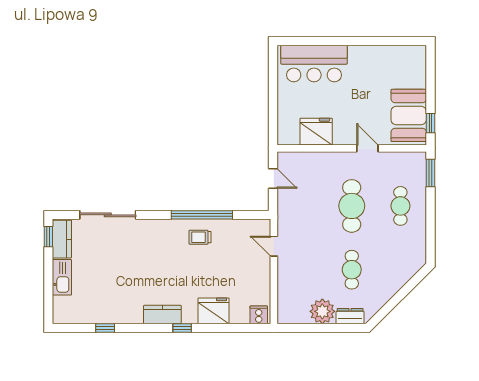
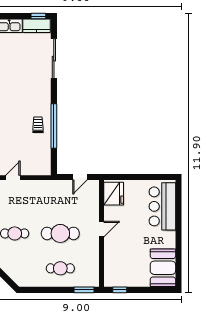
booth: (409, 115) -> (163, 268), moved, turned 90
fridge: (316, 132) -> (114, 194), moved
door: (367, 148) -> (102, 229), moved
door: (274, 246) -> (13, 178), moved

